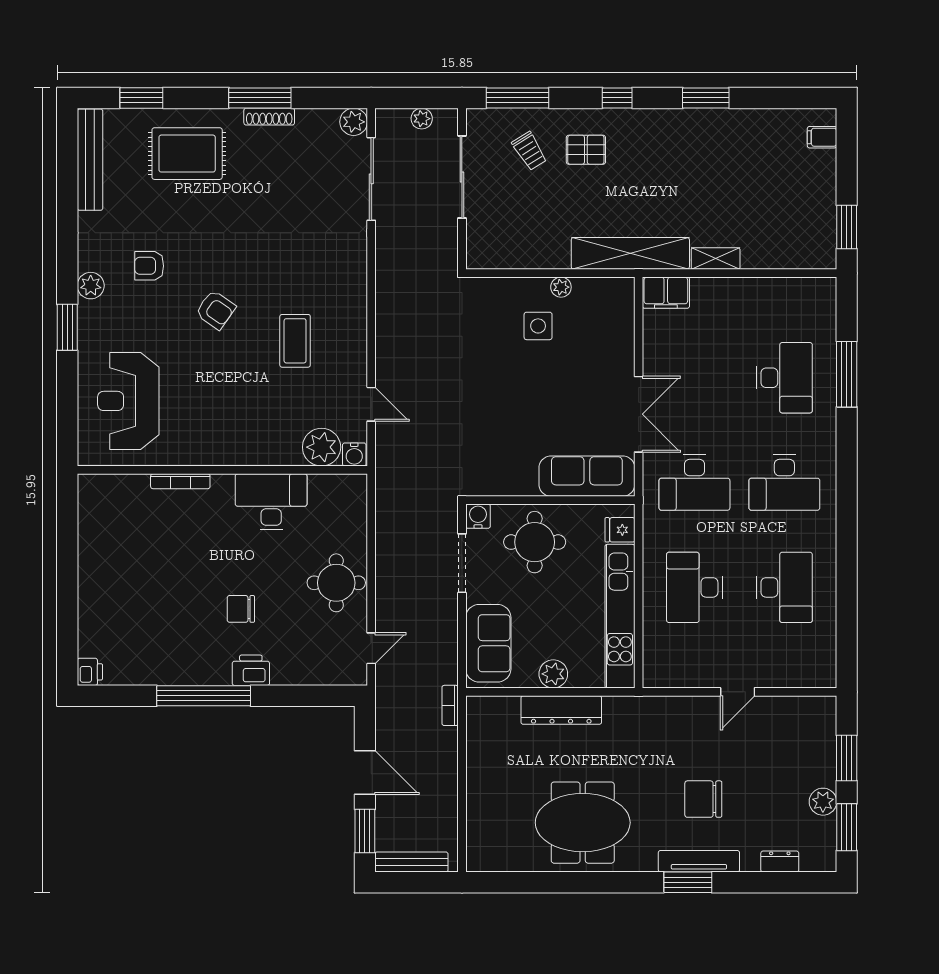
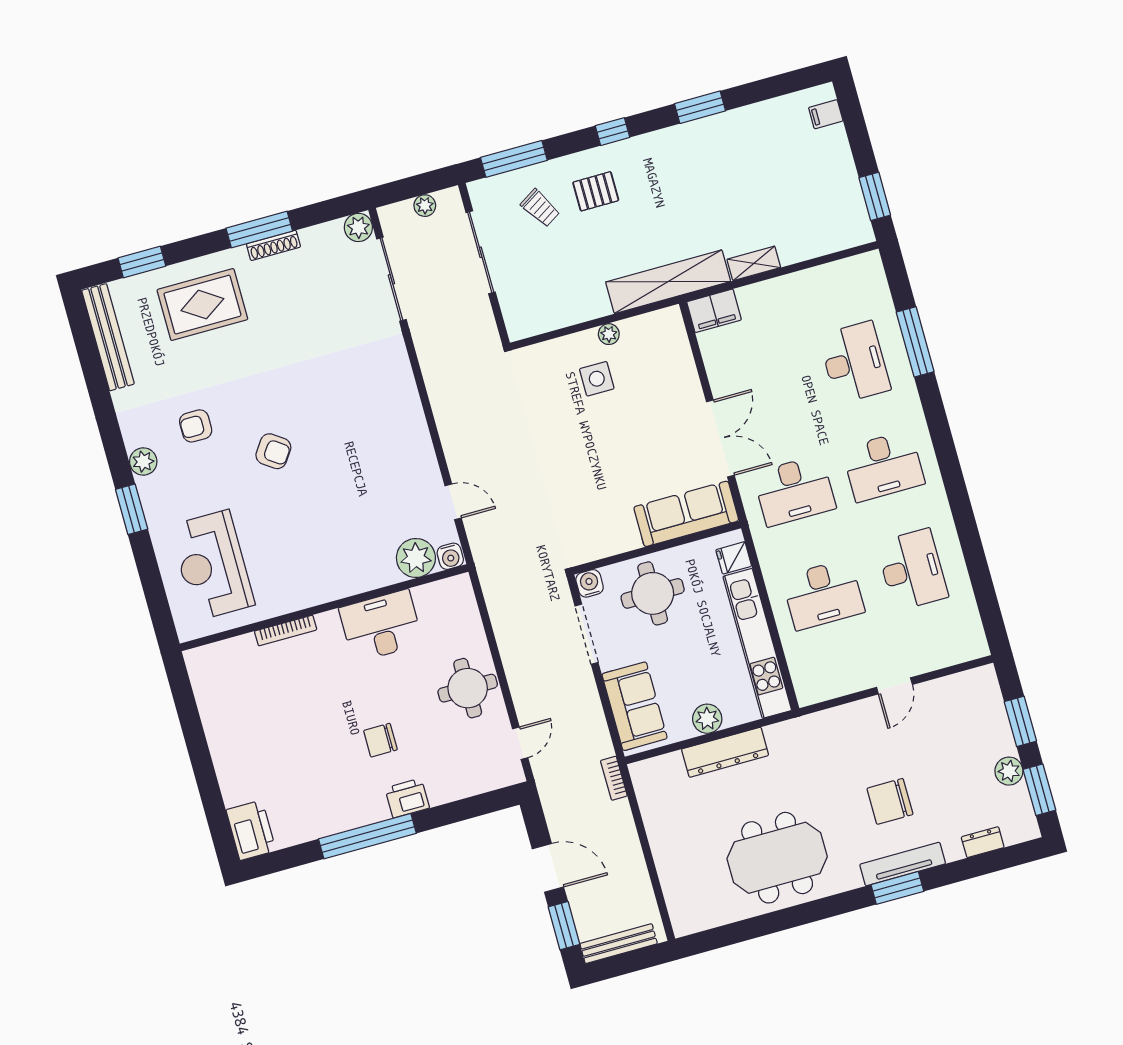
coffee table: (295, 341) -> (361, 460), removed
desk: (694, 587) -> (823, 594), turned -90
printer: (90, 672) -> (251, 830), width x1.87, depth x1.48

